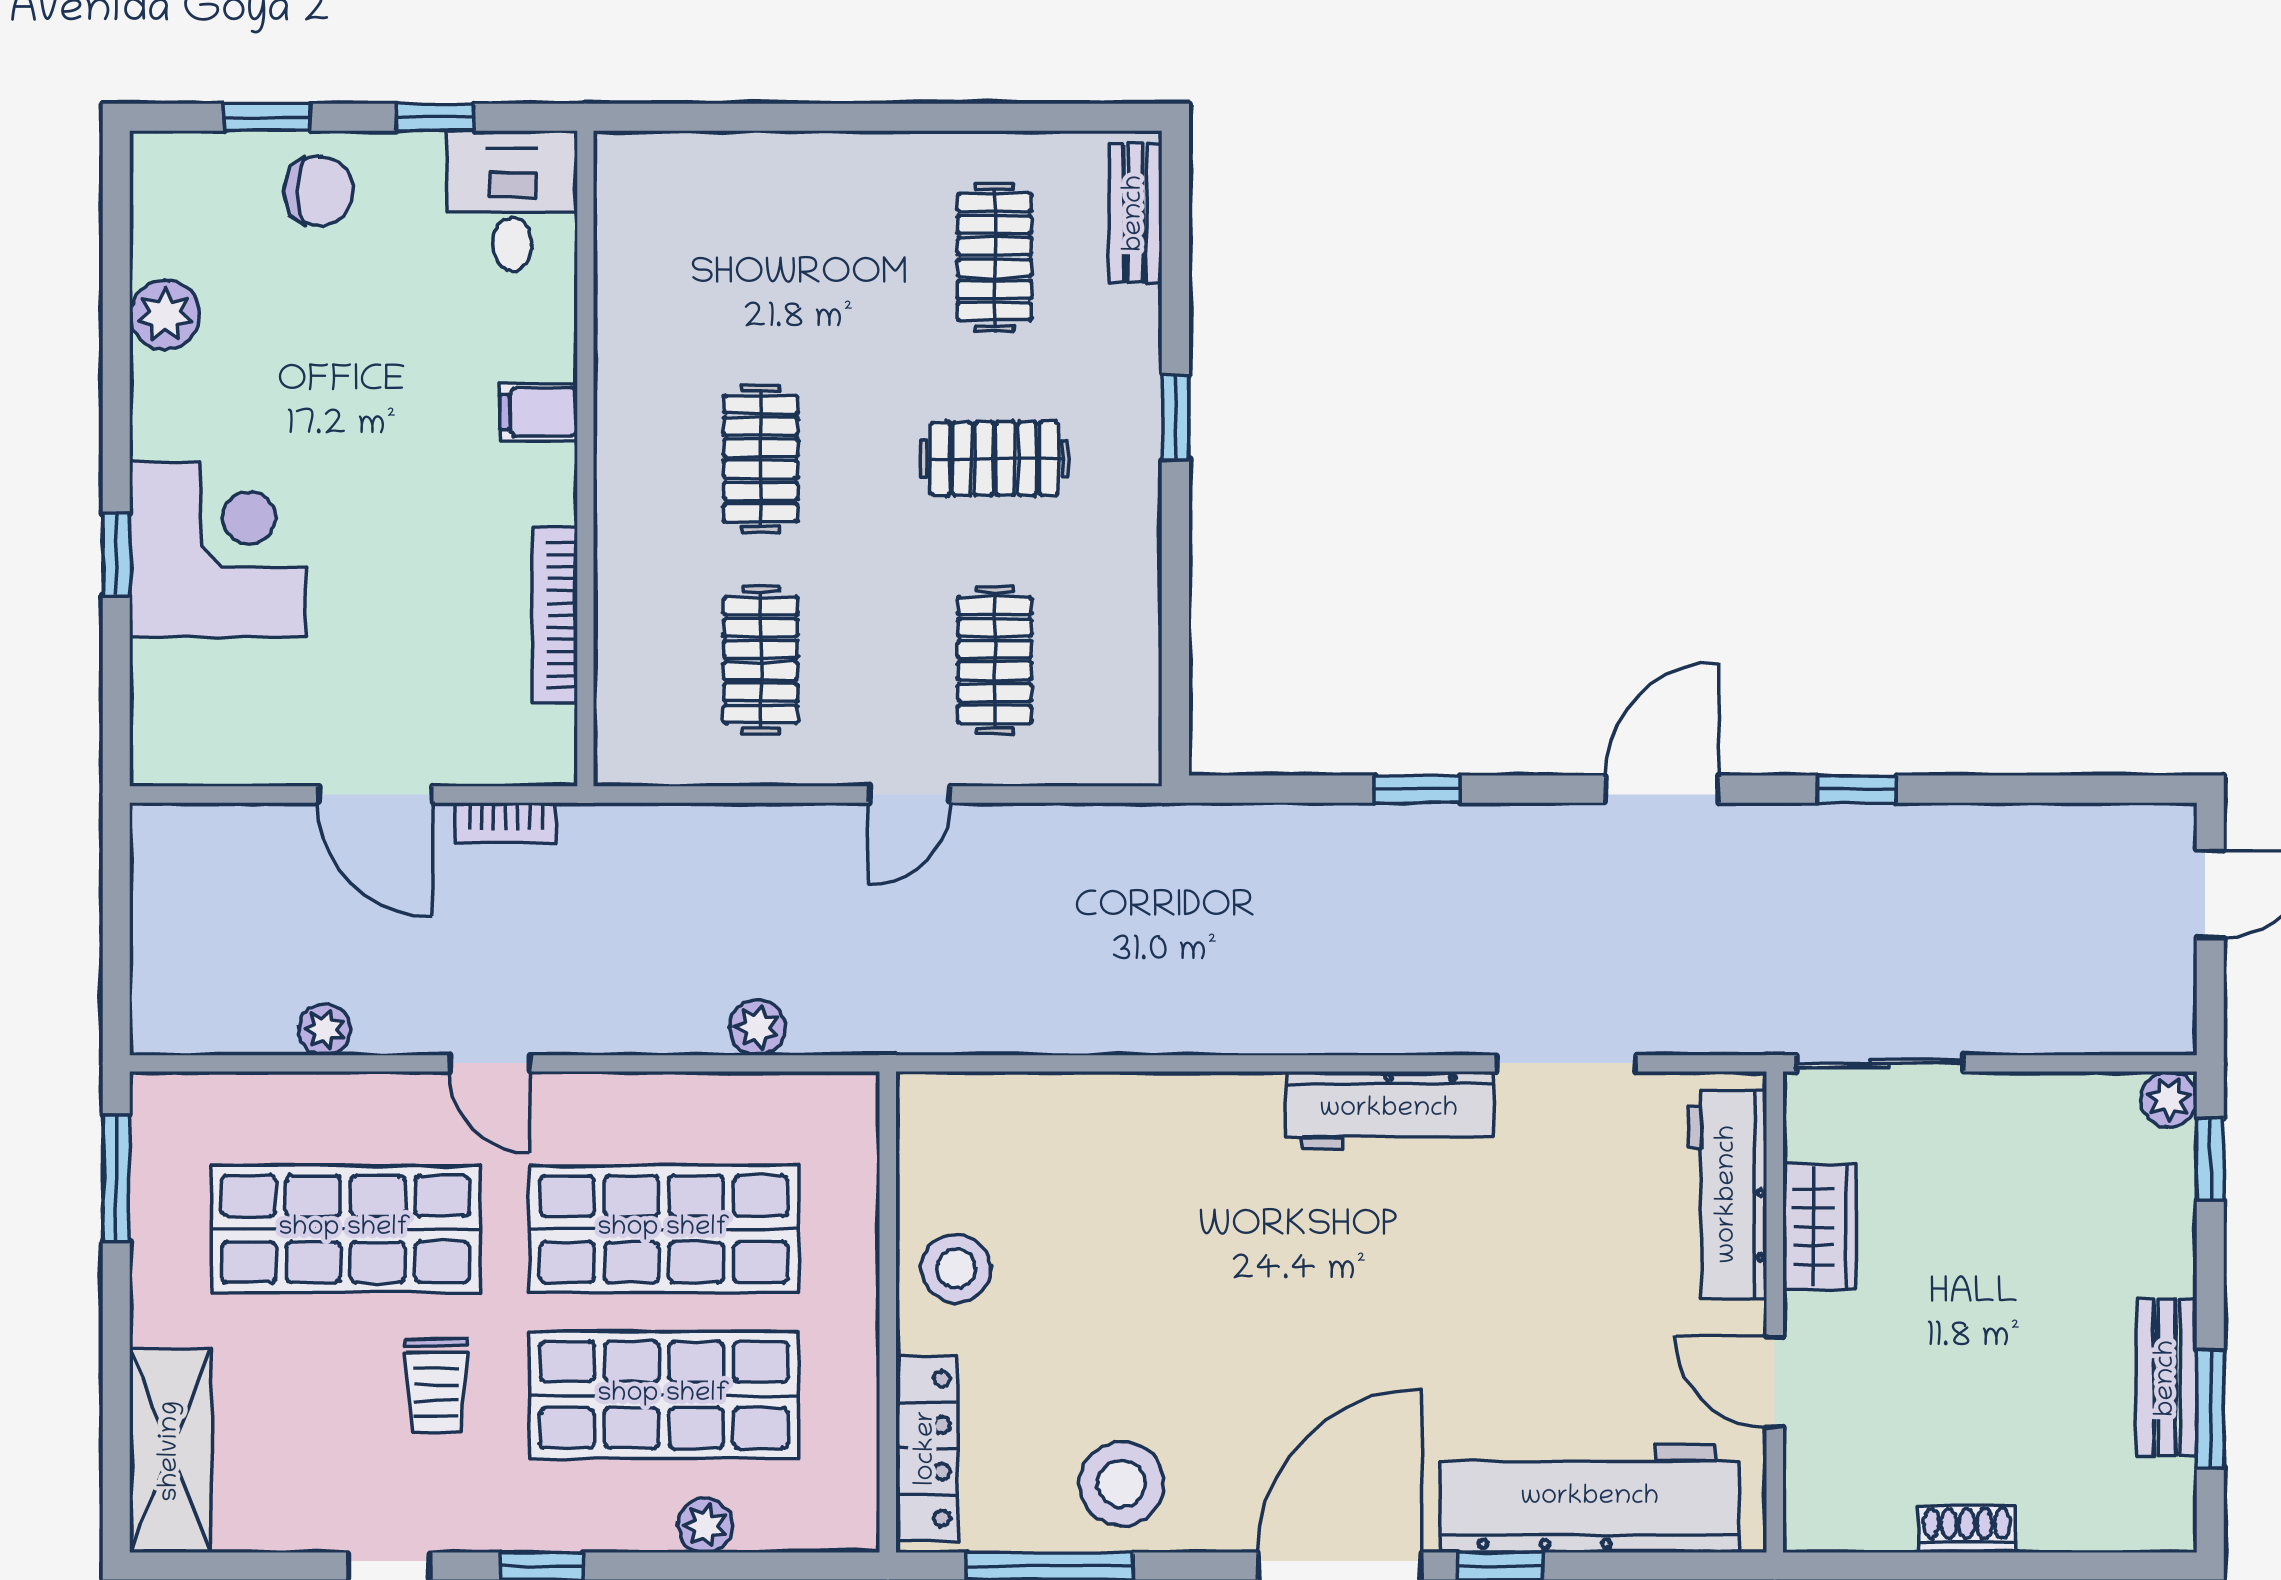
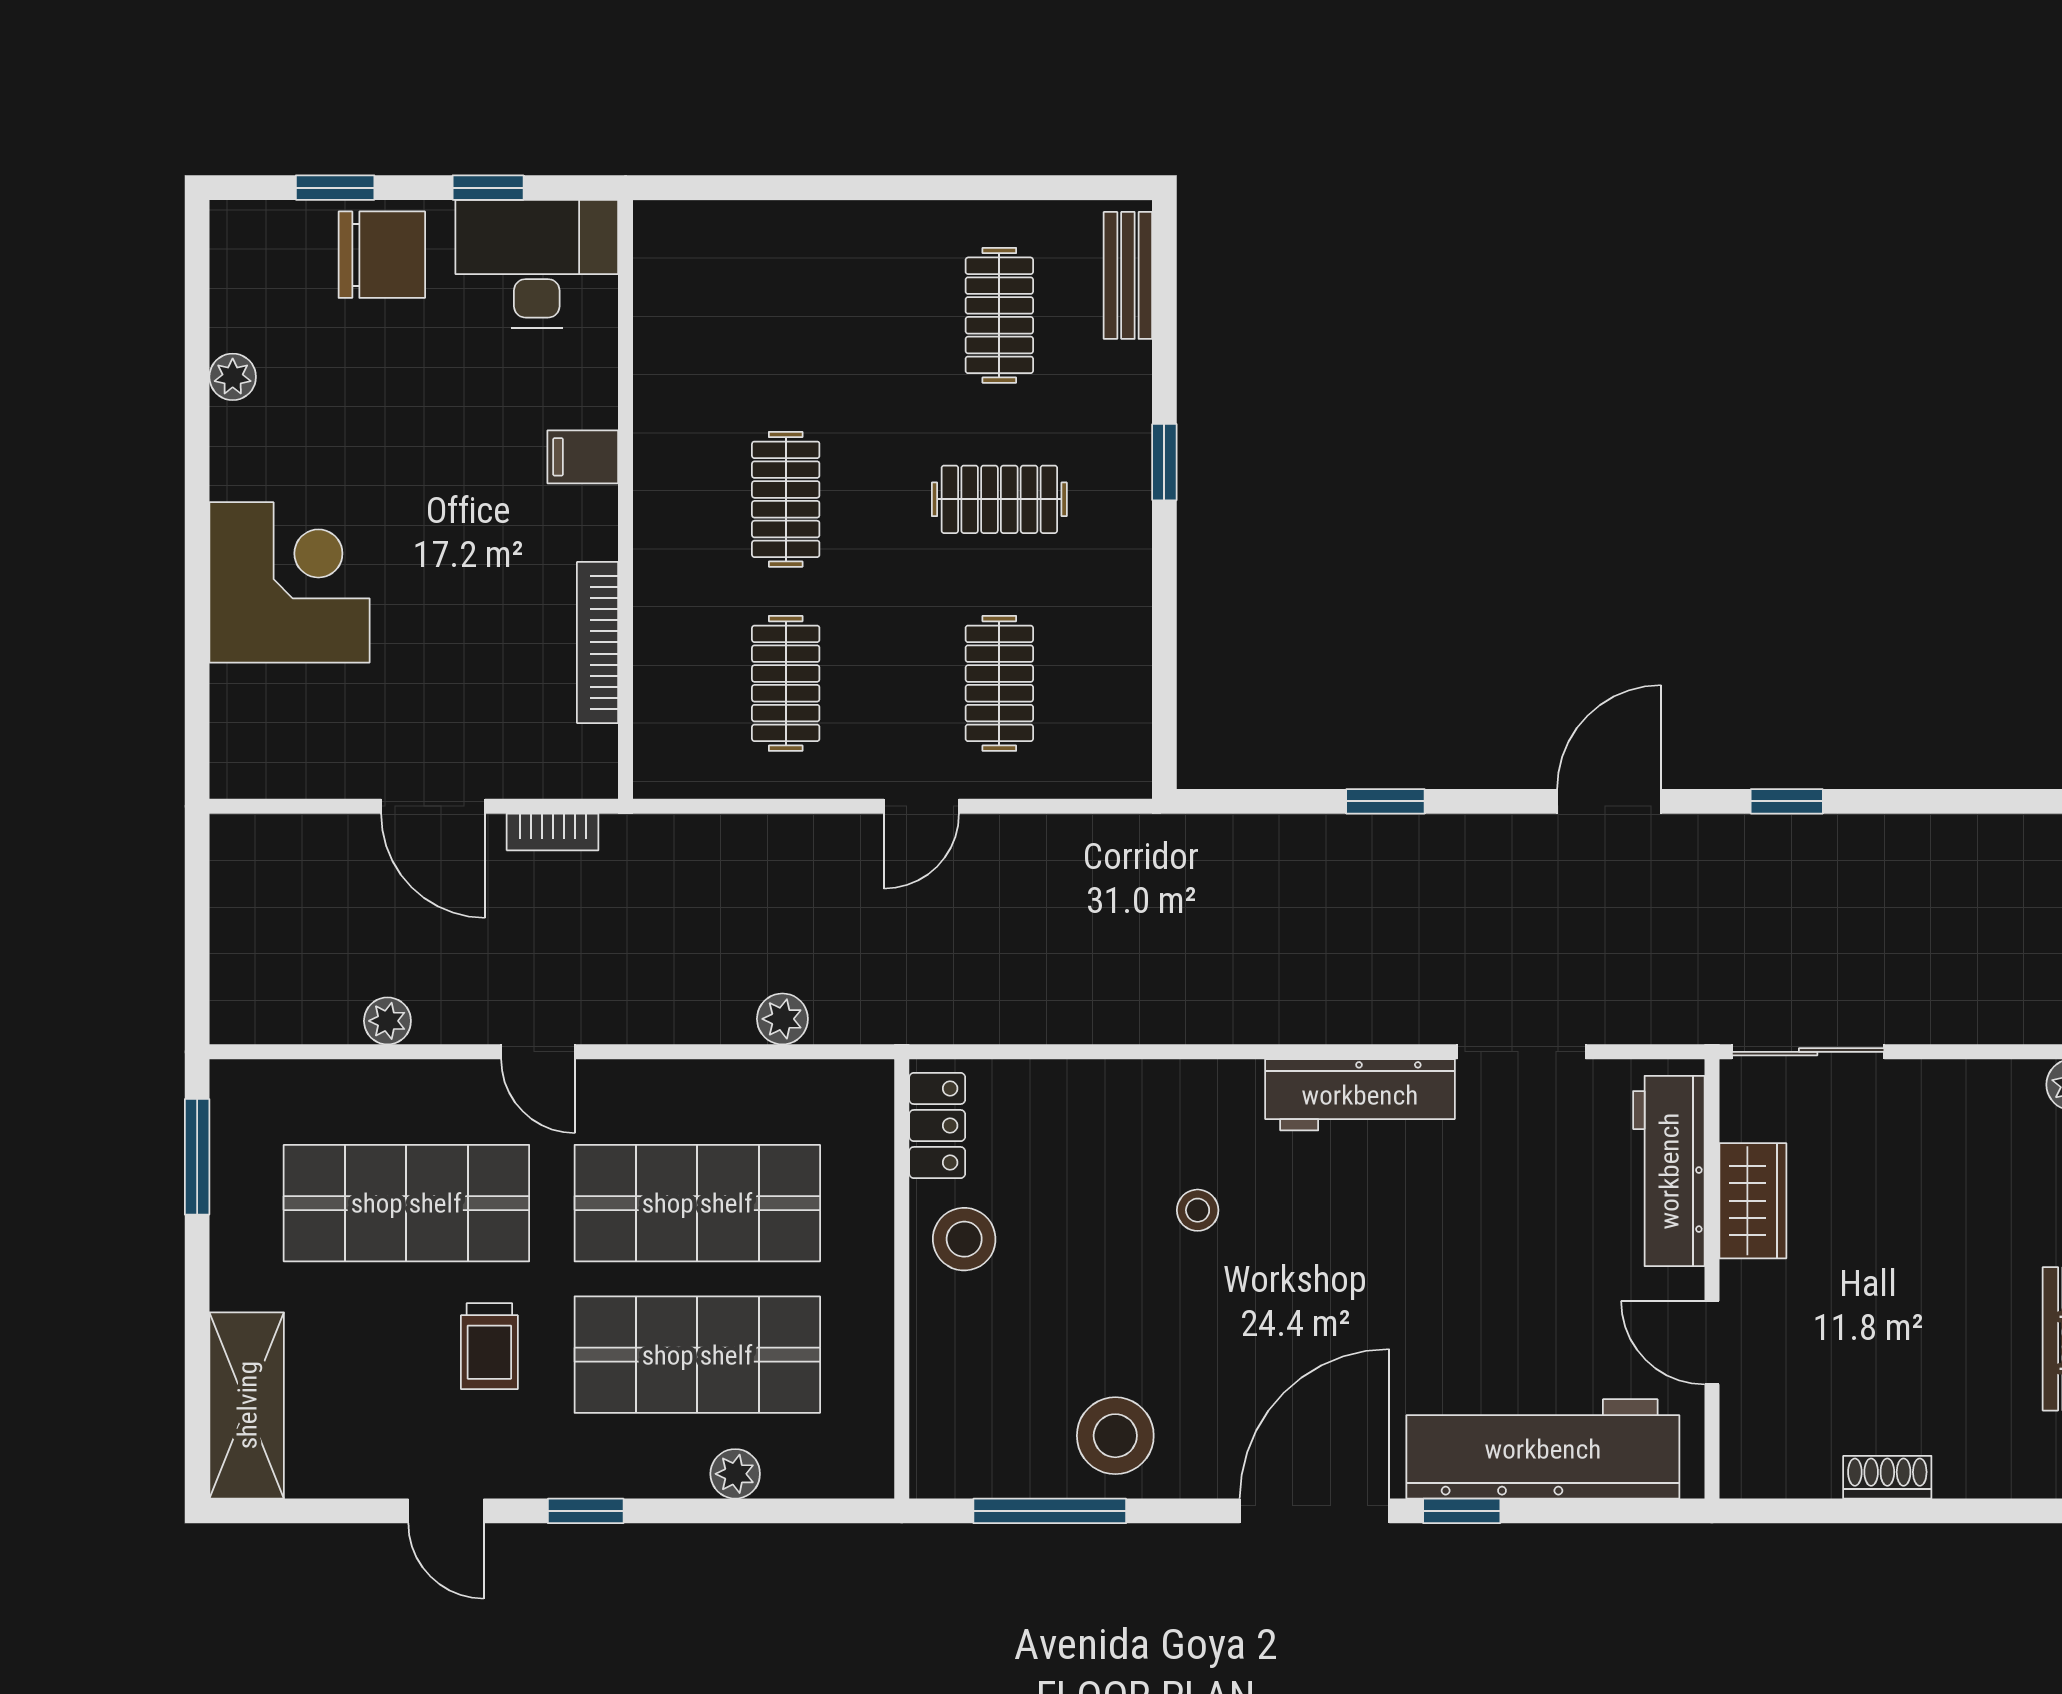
chair: (318, 191) -> (382, 255), width x1.37, depth x1.37
desk: (512, 201) -> (537, 264), width x1.37
plant: (165, 315) -> (233, 377), width x0.73, depth x0.73
window: (116, 555) -> (197, 587), removed
stool: (1212, 1237) -> (1198, 1210), added
locker: (927, 1448) -> (937, 1126), moved, width x0.66

